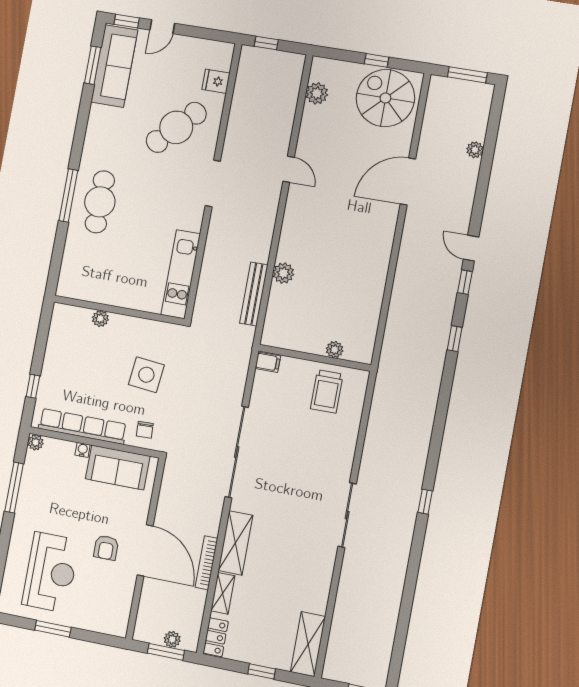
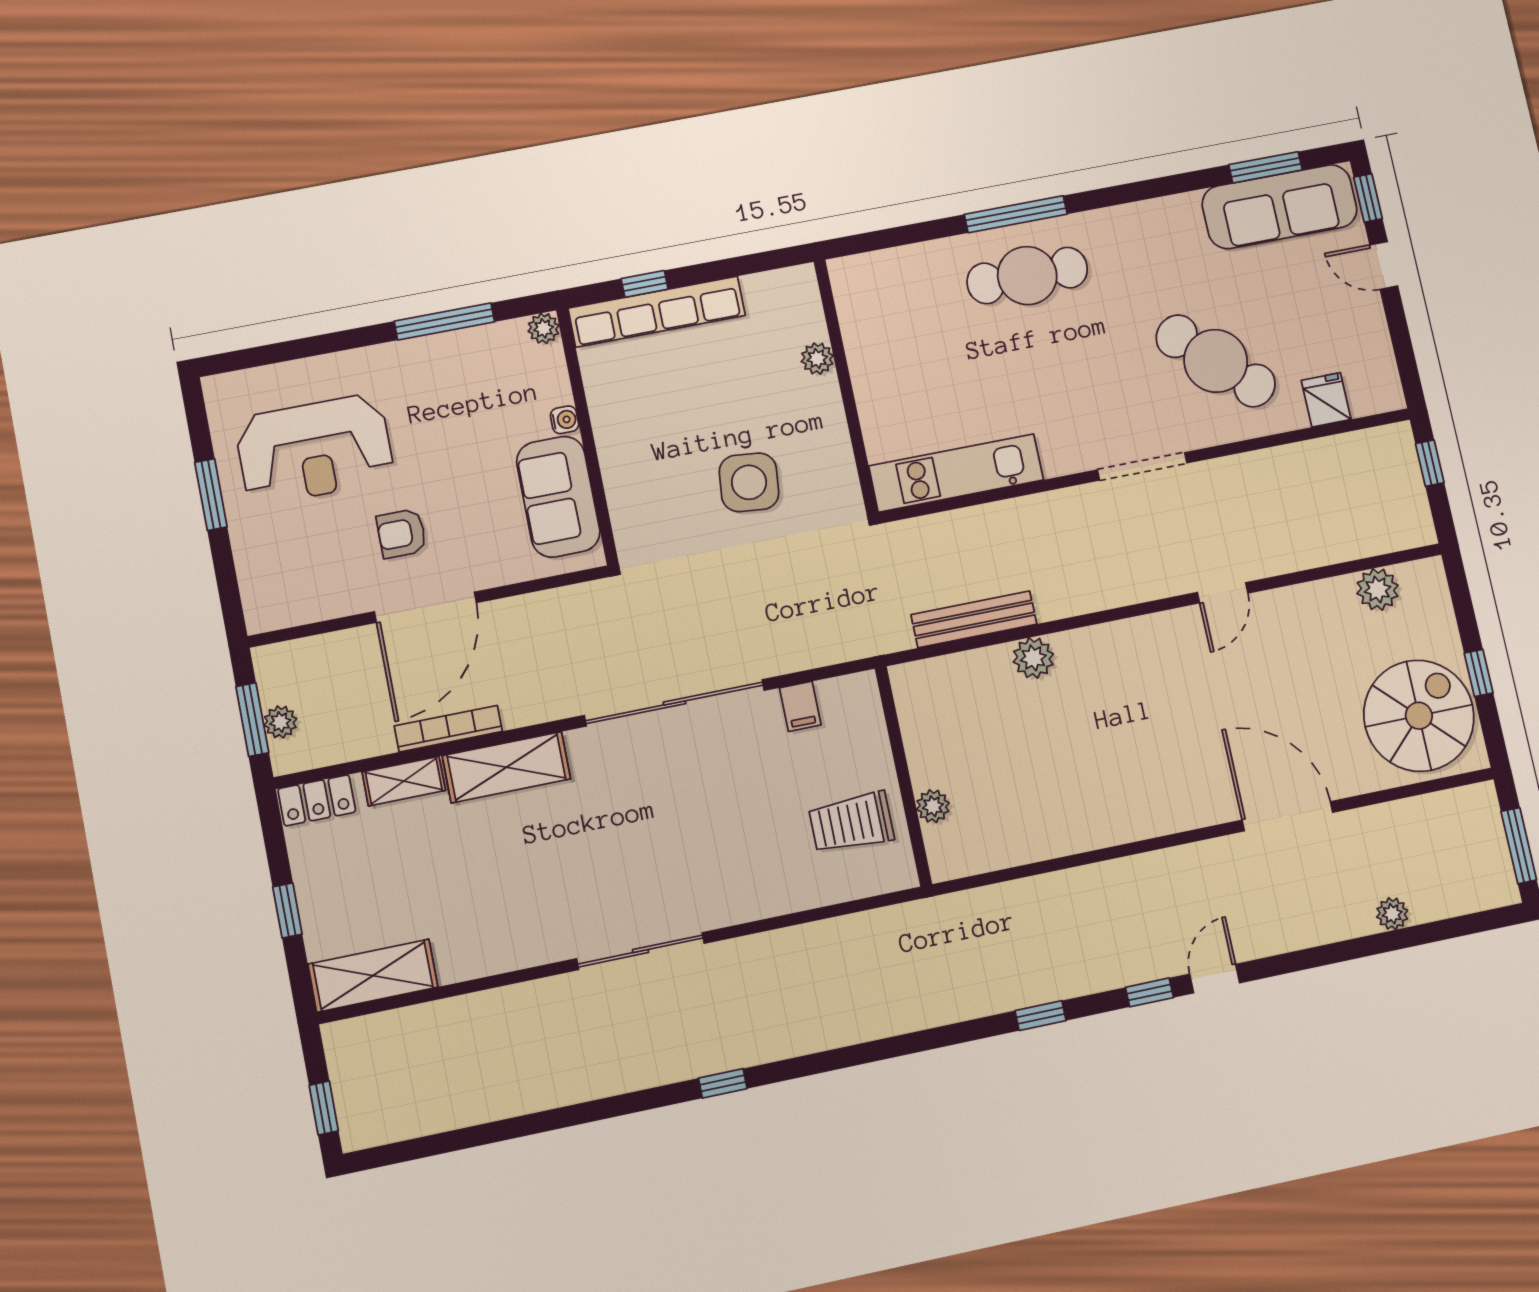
filing cabinet: (268, 362) -> (800, 706), moved
row of seats: (83, 426) -> (657, 312), moved, turned 90
chair: (145, 430) -> (647, 519), removed

